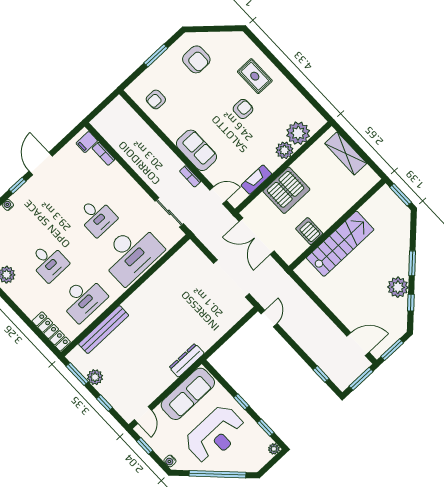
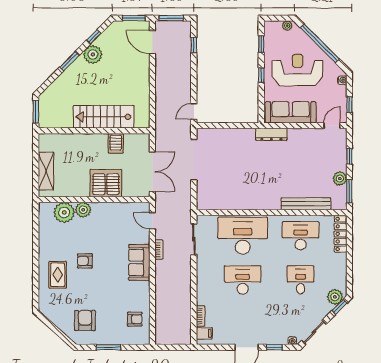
fireplace: (256, 180) -> (119, 208), removed
desk: (97, 217) -> (243, 280), width x1.37
plant: (274, 449) -> (287, 26), moved

